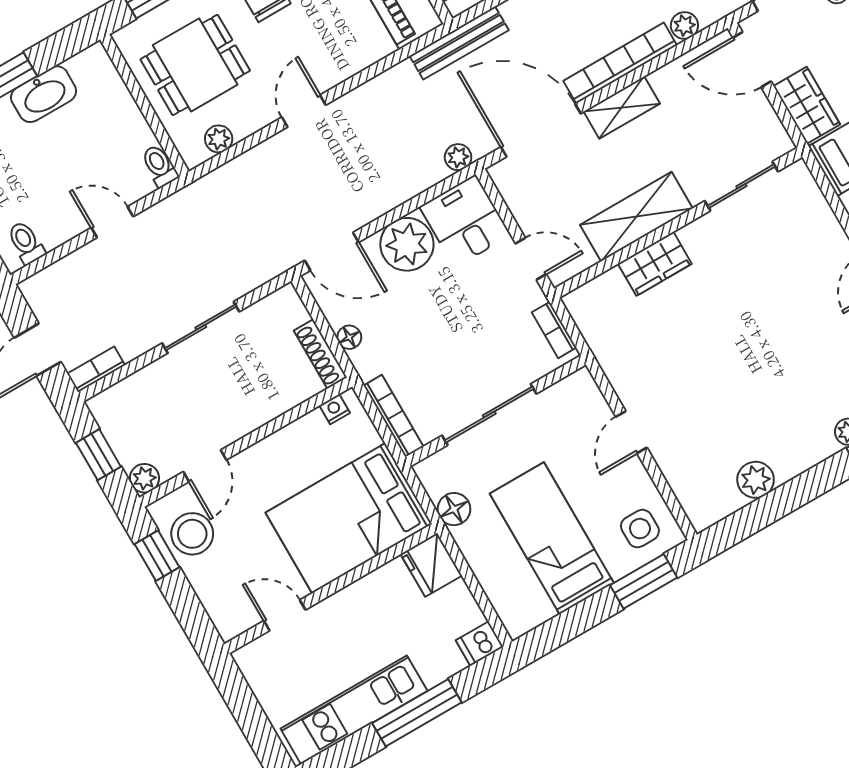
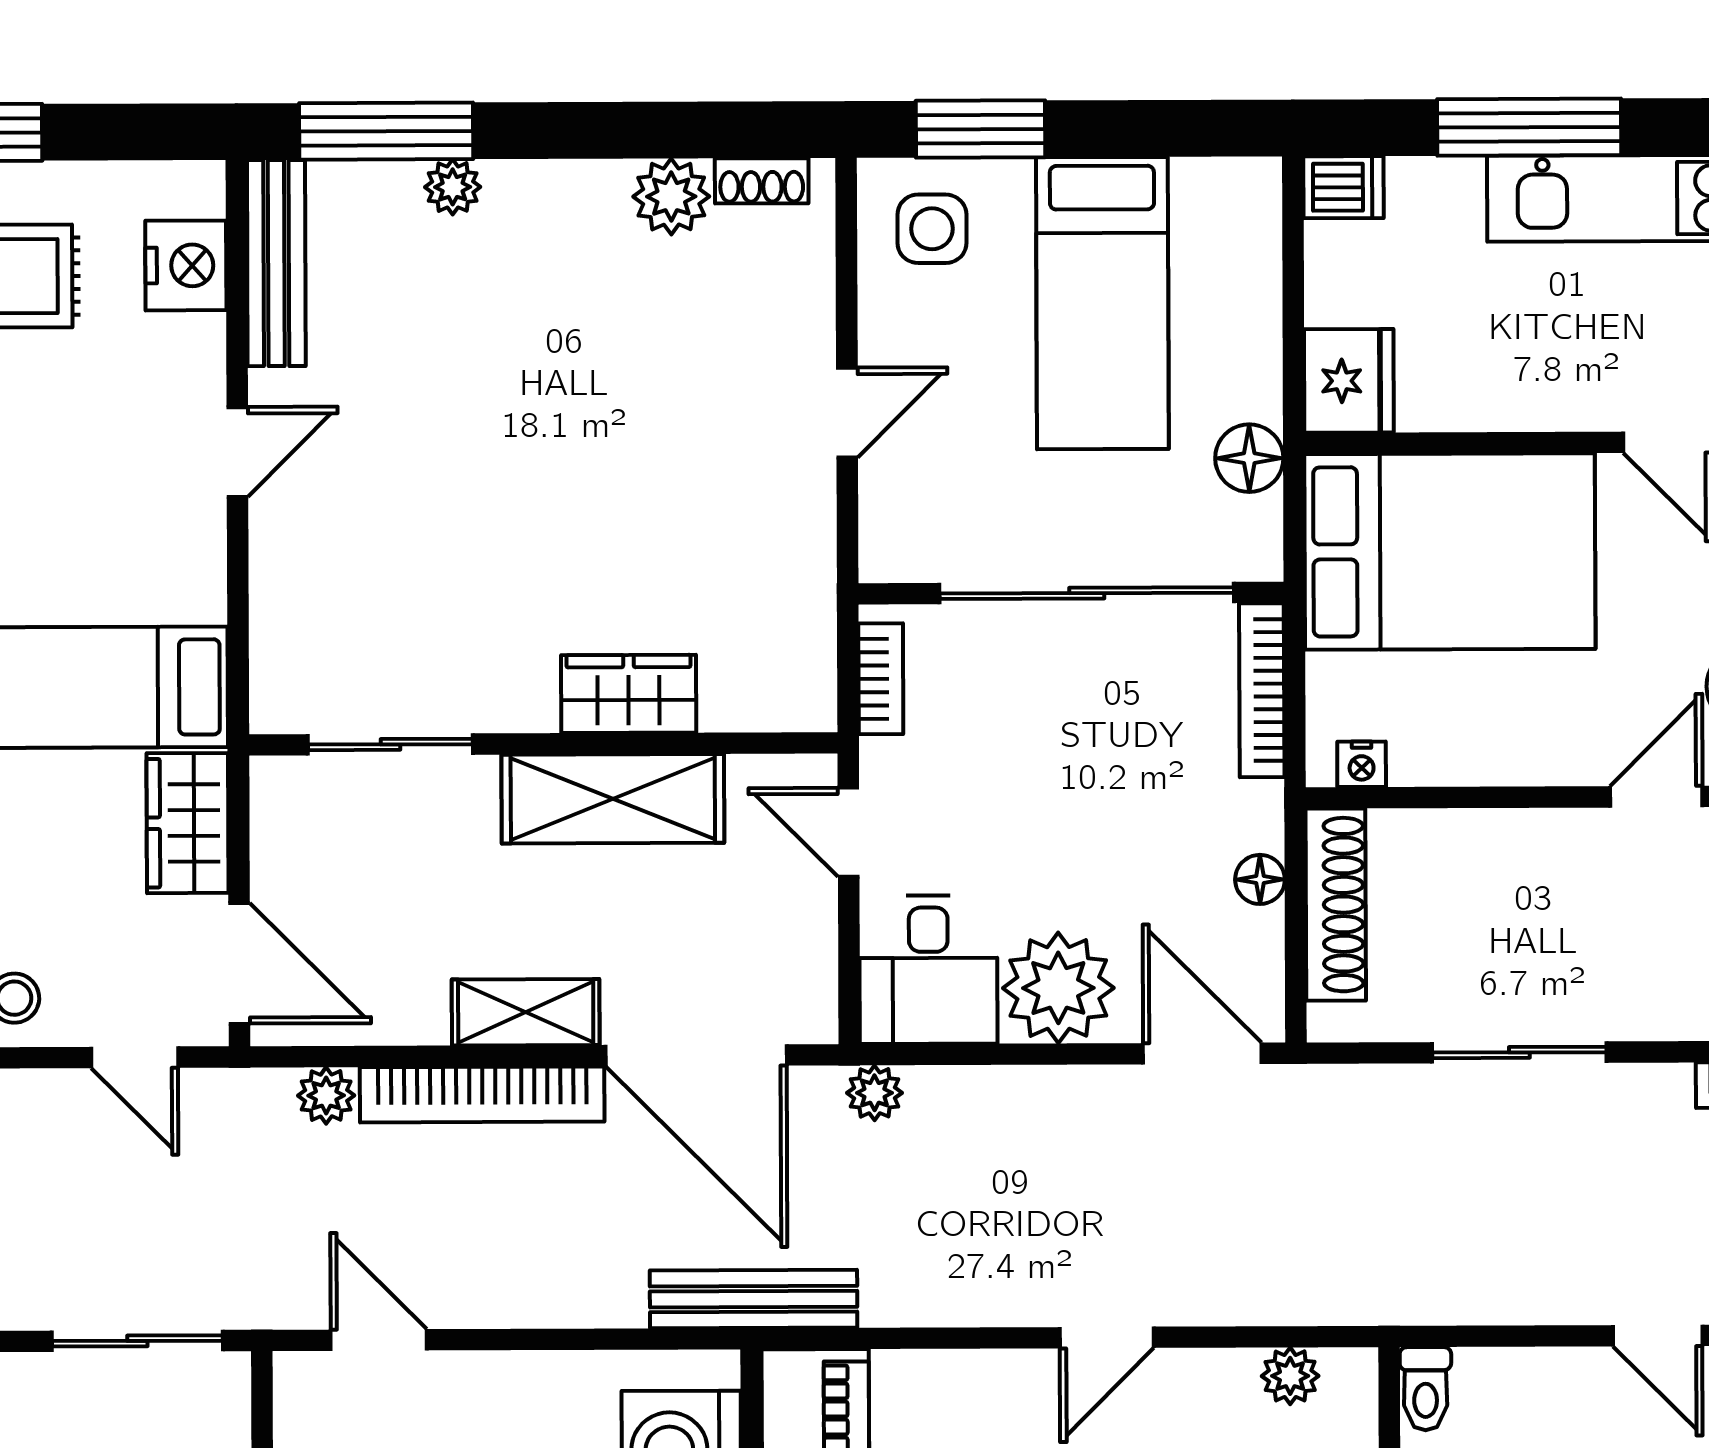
door: (112, 222) -> (1658, 1336), moved
shoe rack: (320, 354) -> (1336, 905), width x1.36, depth x1.24
sliding door: (489, 415) -> (1087, 593), width x1.36
shoe rack: (722, 508) -> (762, 181), added

